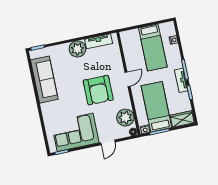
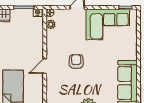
armchair: (98, 90) -> (76, 61), width x0.53, depth x0.53
bed: (156, 107) -> (22, 33), removed
plant: (125, 118) -> (51, 24), width x0.53, depth x0.53

